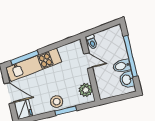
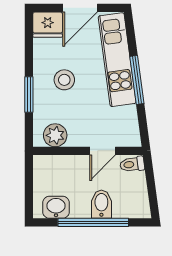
window: (25, 58) -> (137, 80), moved
bidet: (122, 66) -> (101, 204), moved
stool: (57, 102) -> (64, 80), moved

